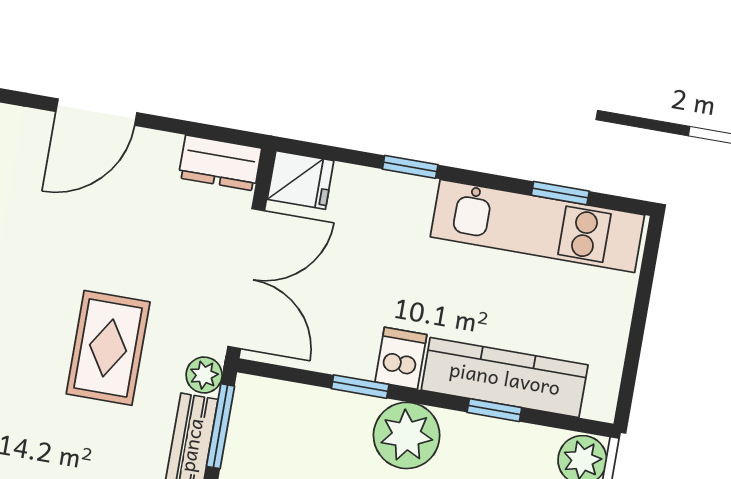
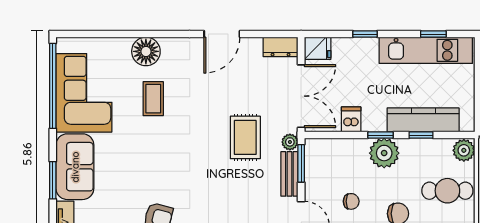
dishwasher: (401, 358) -> (351, 119), moved
window: (360, 387) -> (381, 135), moved

